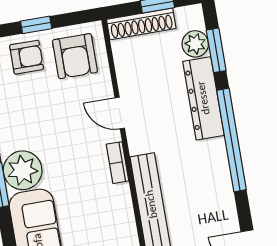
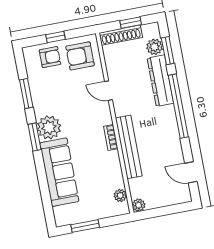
armchair: (75, 56) -> (80, 56), turned 90
bookcase: (118, 163) -> (111, 137), moved

